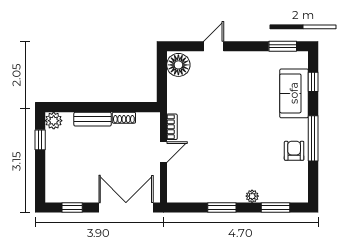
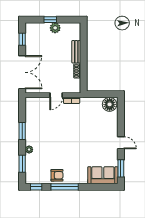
door: (214, 46) -> (121, 143), moved
window: (313, 82) -> (36, 187), moved
sofa: (294, 93) -> (103, 175), moved
plant: (54, 121) -> (55, 28), moved
window: (40, 140) -> (50, 20), moved
door: (163, 152) -> (56, 95), hinge flipped

